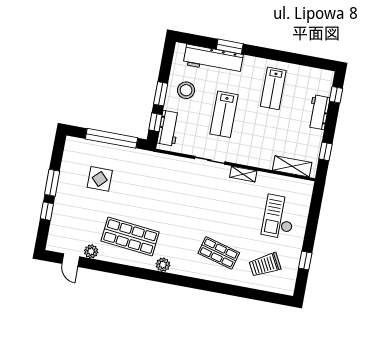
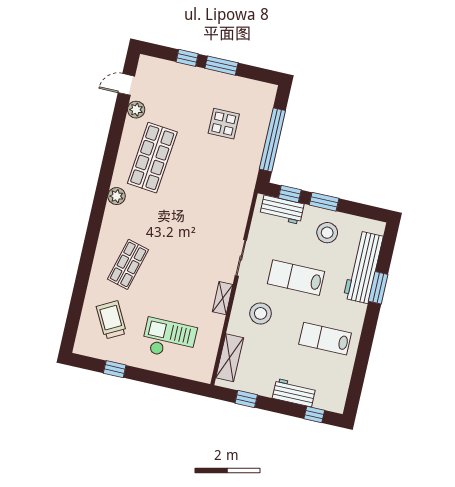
stool: (255, 142) -> (261, 313), added

